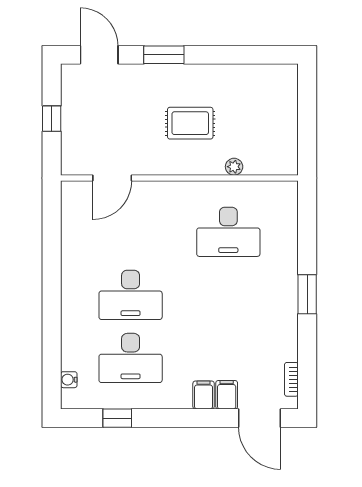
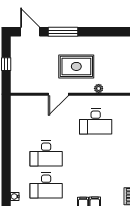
window: (164, 55) -> (63, 32), width x1.44
rug: (190, 123) -> (76, 66), width x1.36, depth x1.43
door: (112, 178) -> (58, 94), moved

